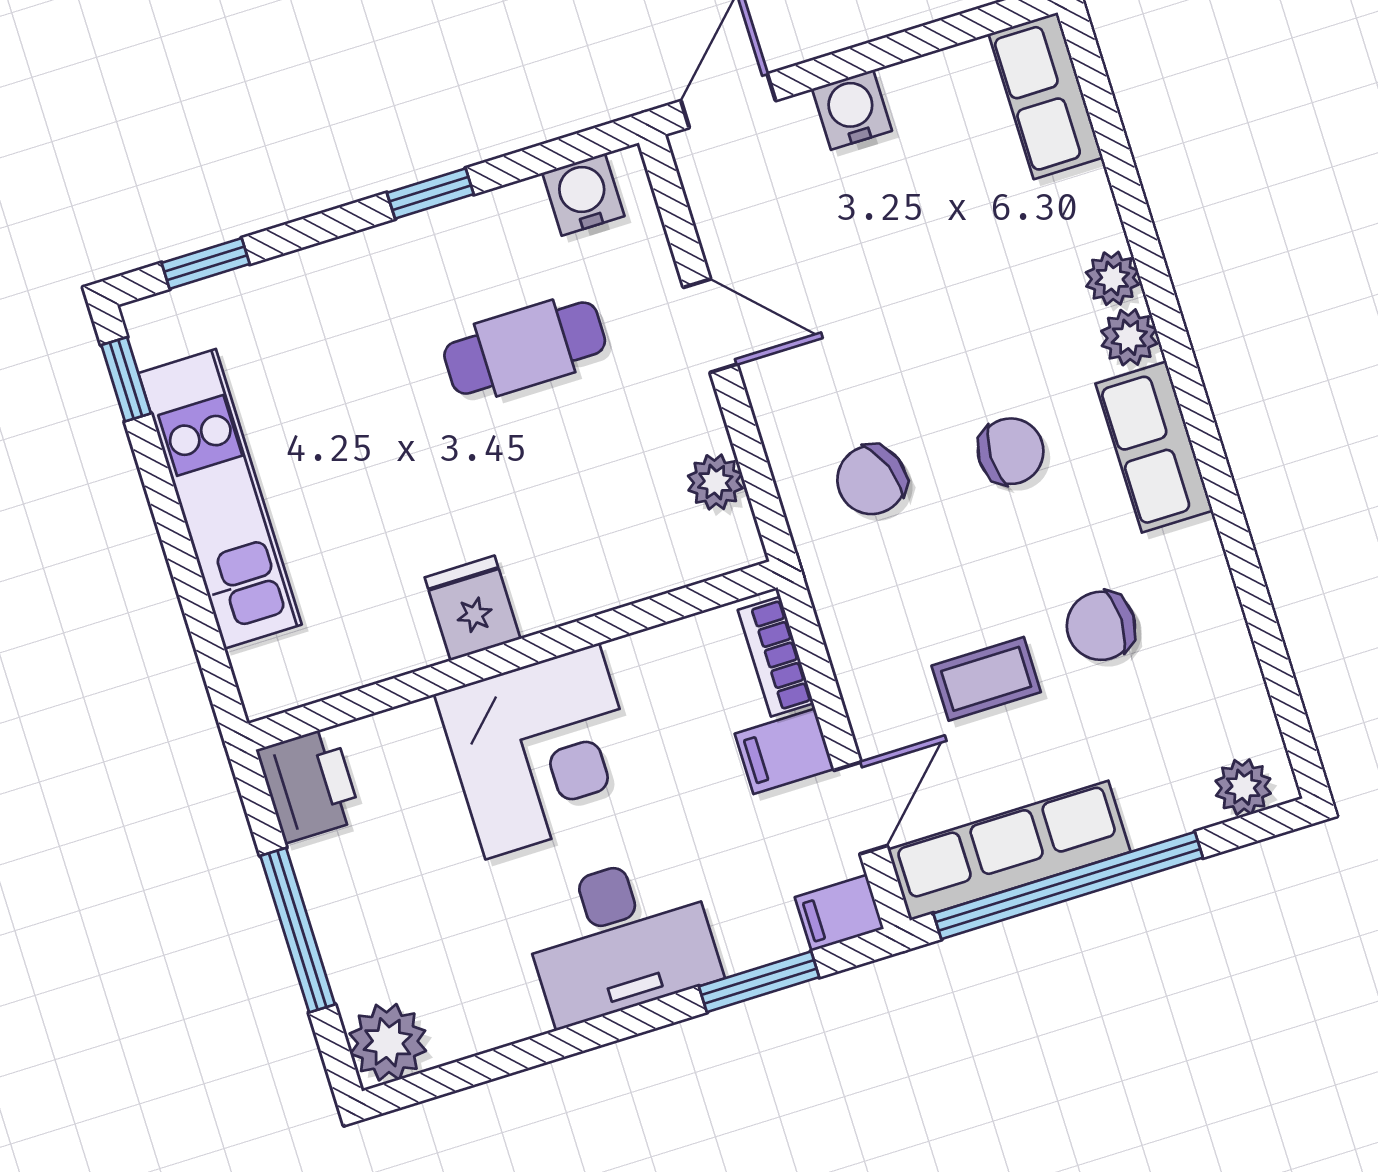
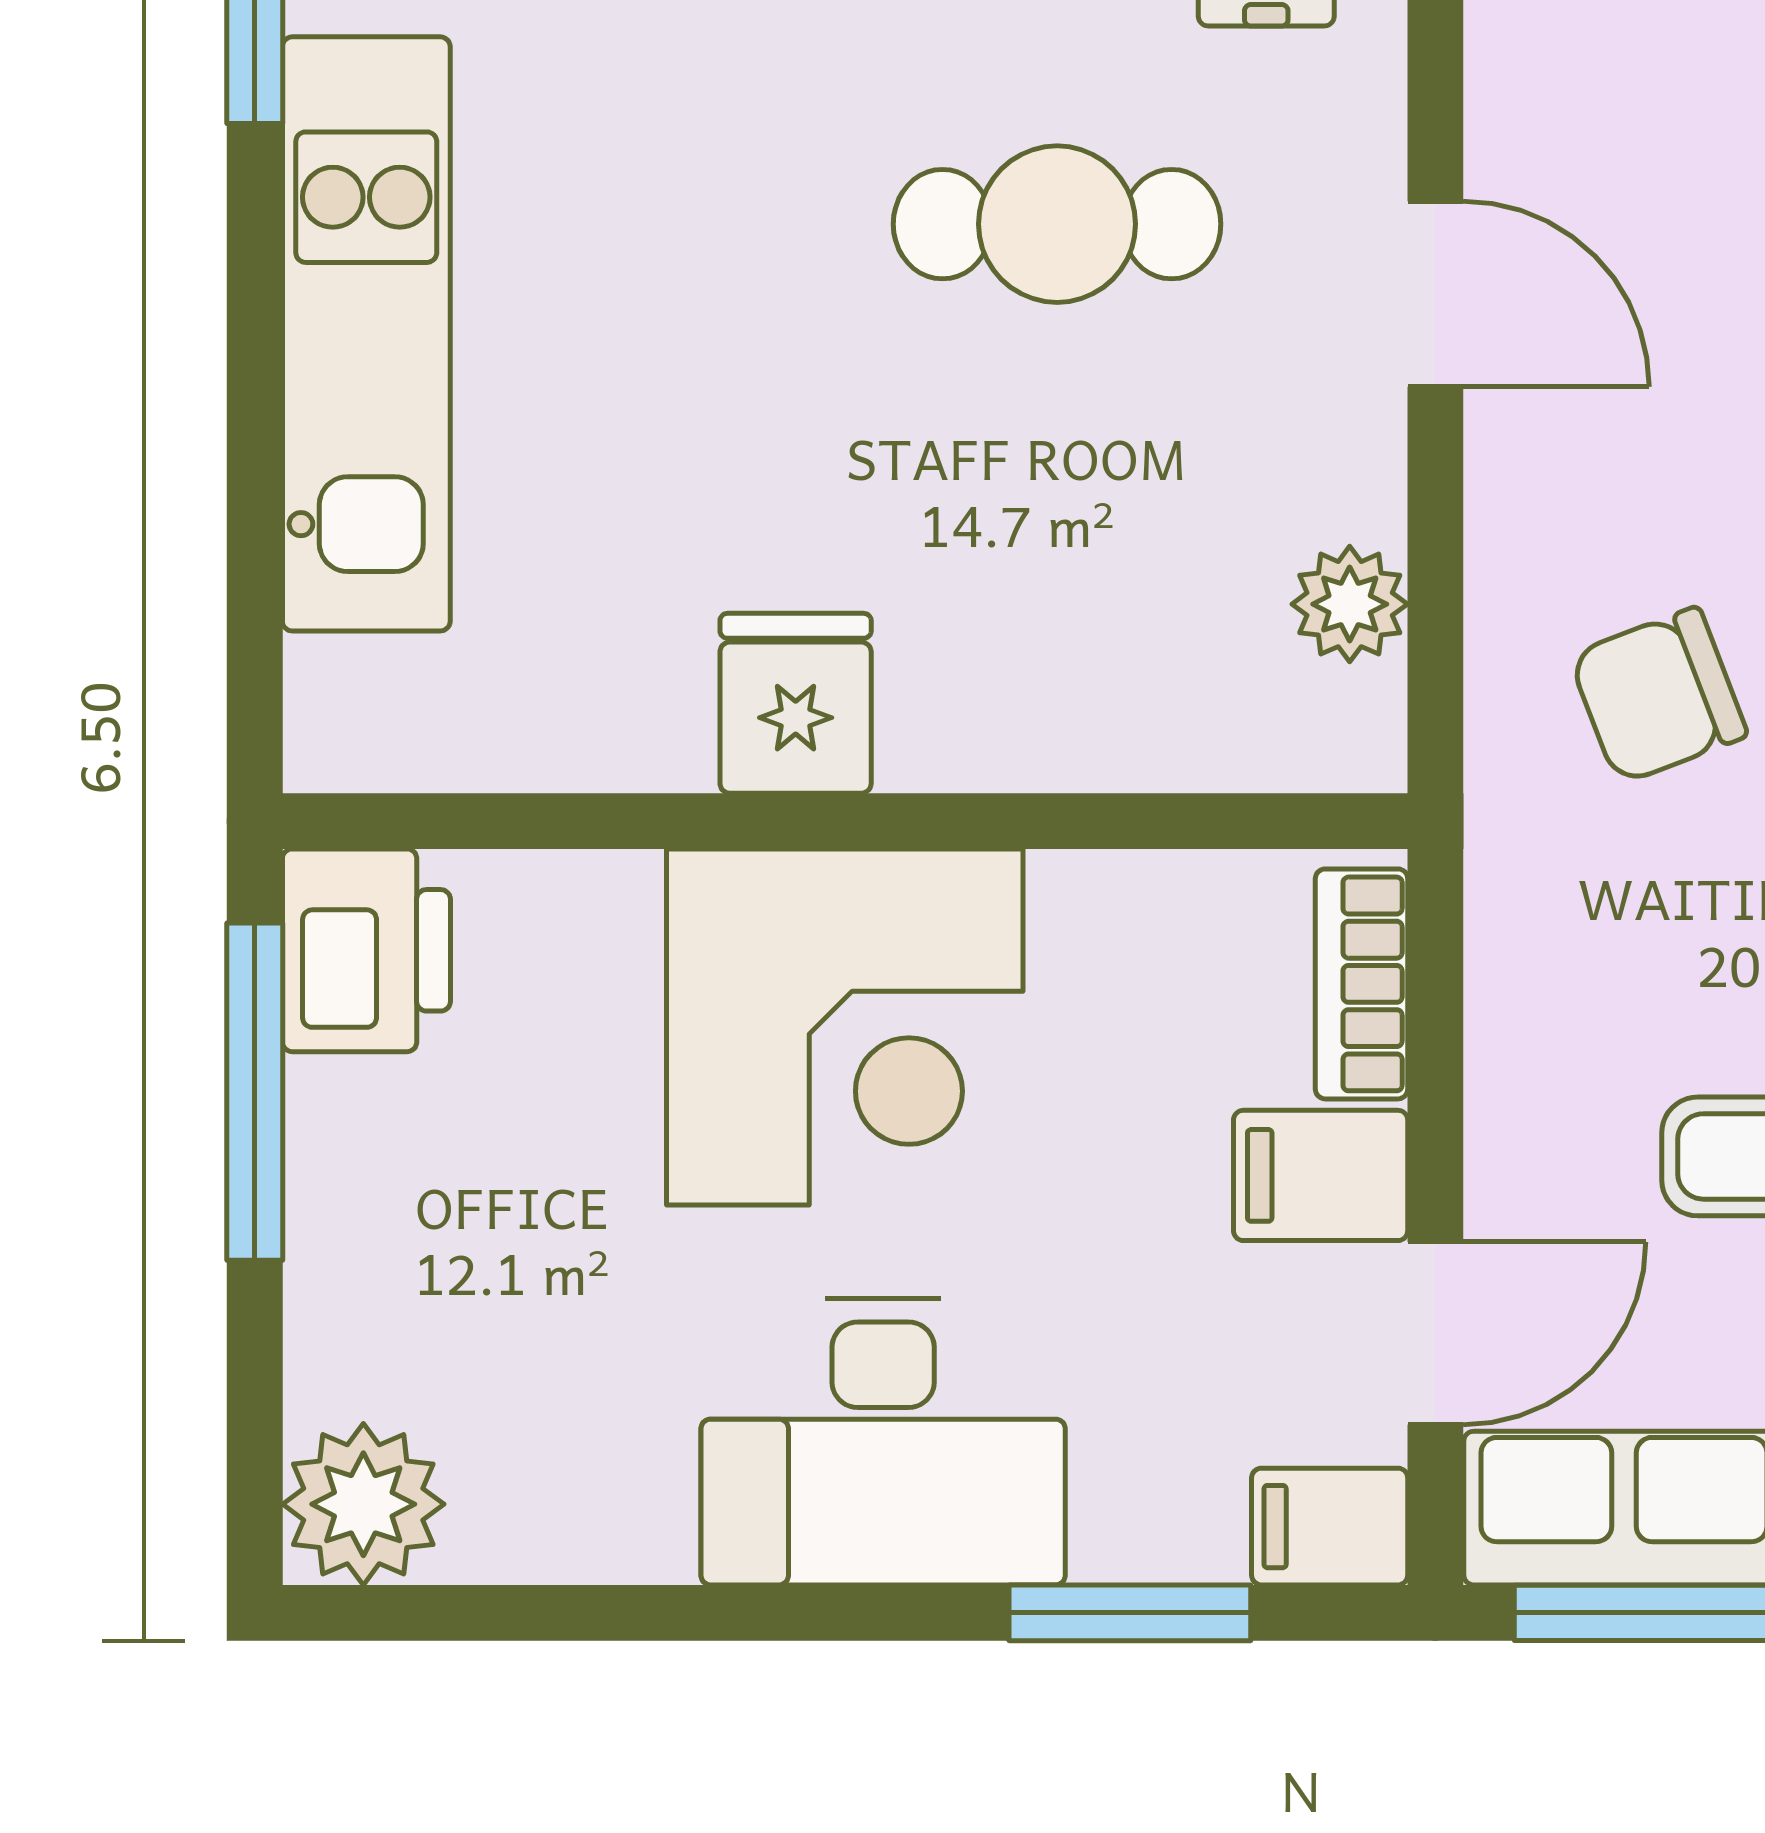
window: (298, 930) -> (255, 1092), moved

